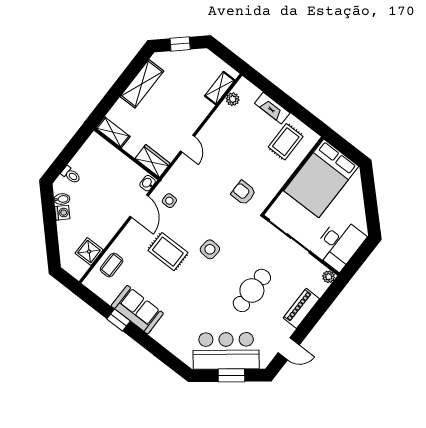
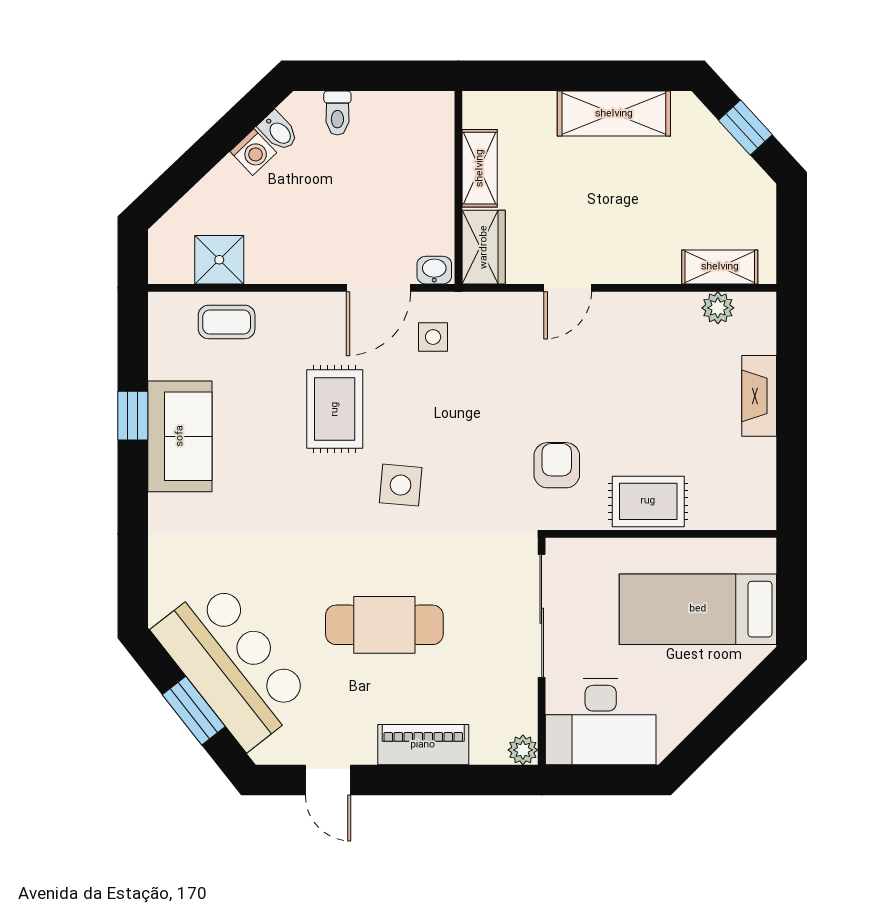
shelving: (113, 132) -> (480, 168), moved
rug: (286, 142) -> (648, 501), moved
bed: (321, 178) -> (698, 609), width x0.67

